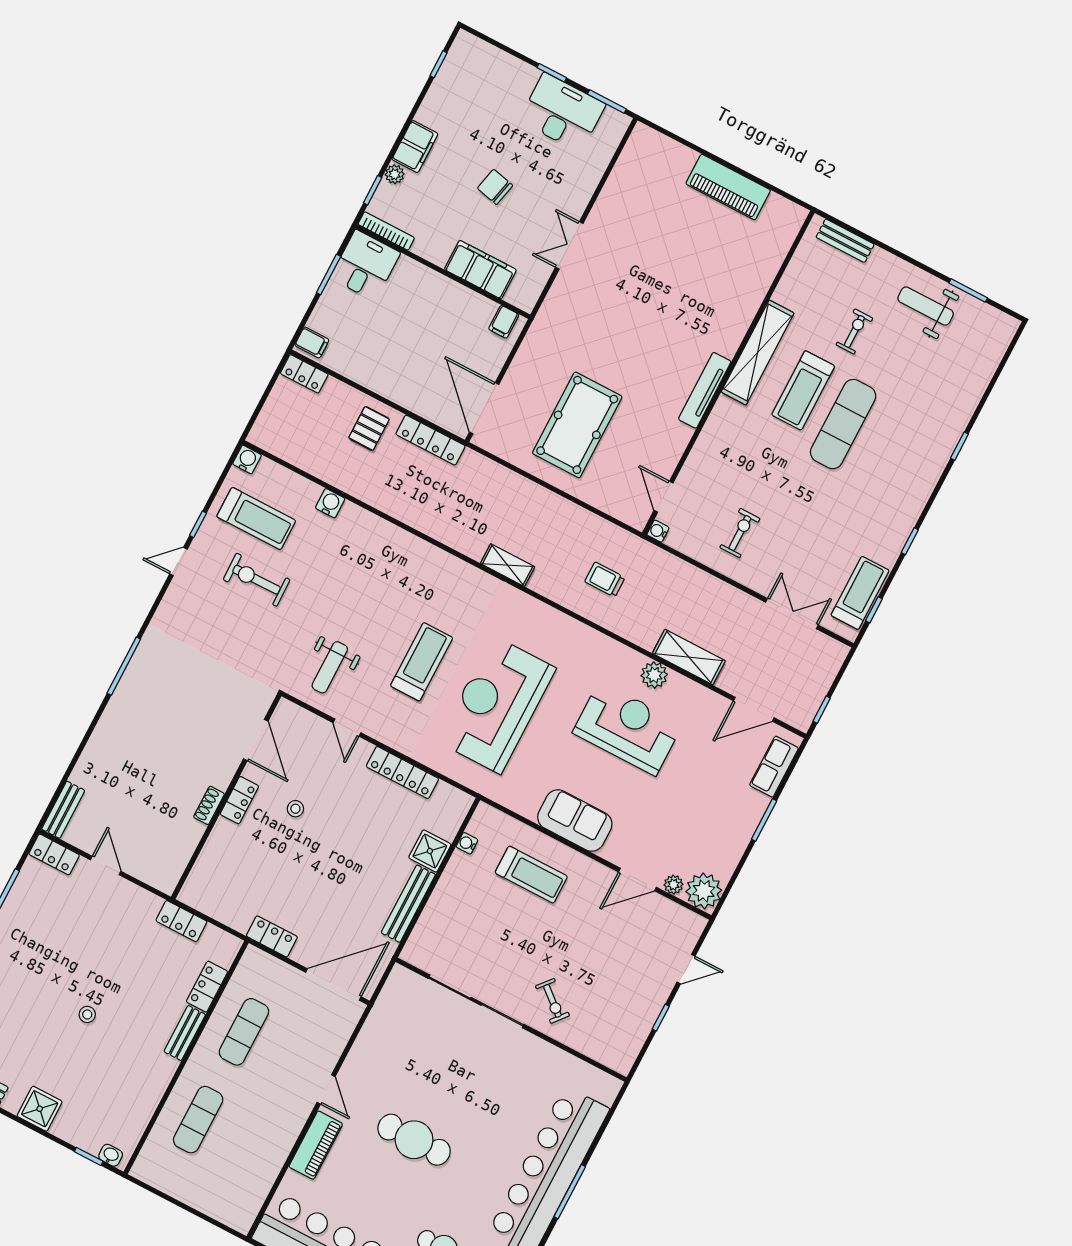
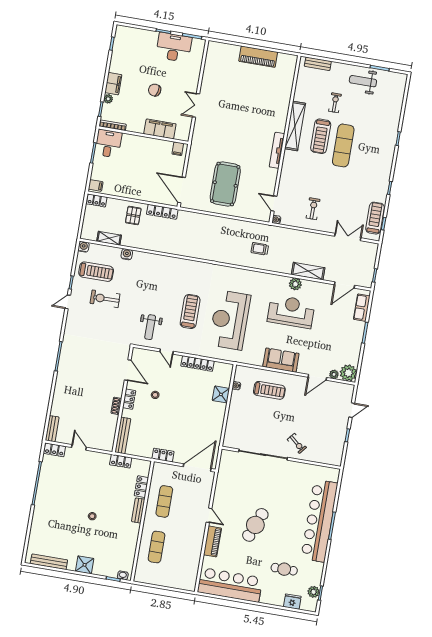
shelving: (508, 565) -> (109, 238), moved
bench: (408, 904) -> (123, 435), moved
cafe table: (414, 1140) -> (255, 525), turned -68

